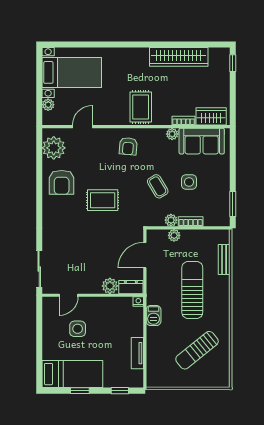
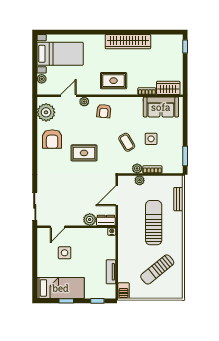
wardrobe: (179, 57) -> (128, 42), moved
rug: (141, 107) -> (114, 81), turned 90
plant: (172, 134) -> (84, 102), moved
barbecue: (154, 316) -> (124, 291), moved

